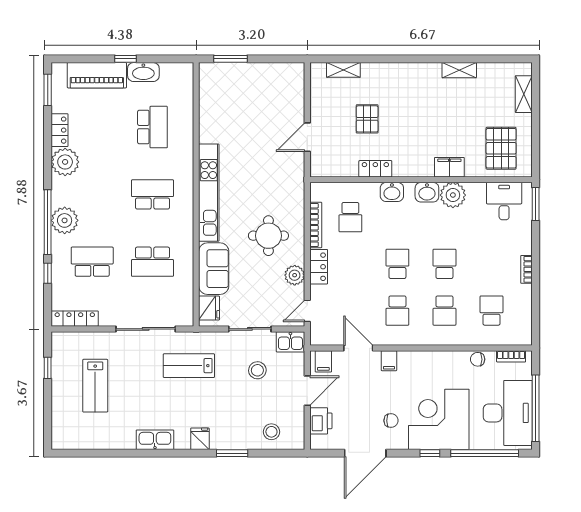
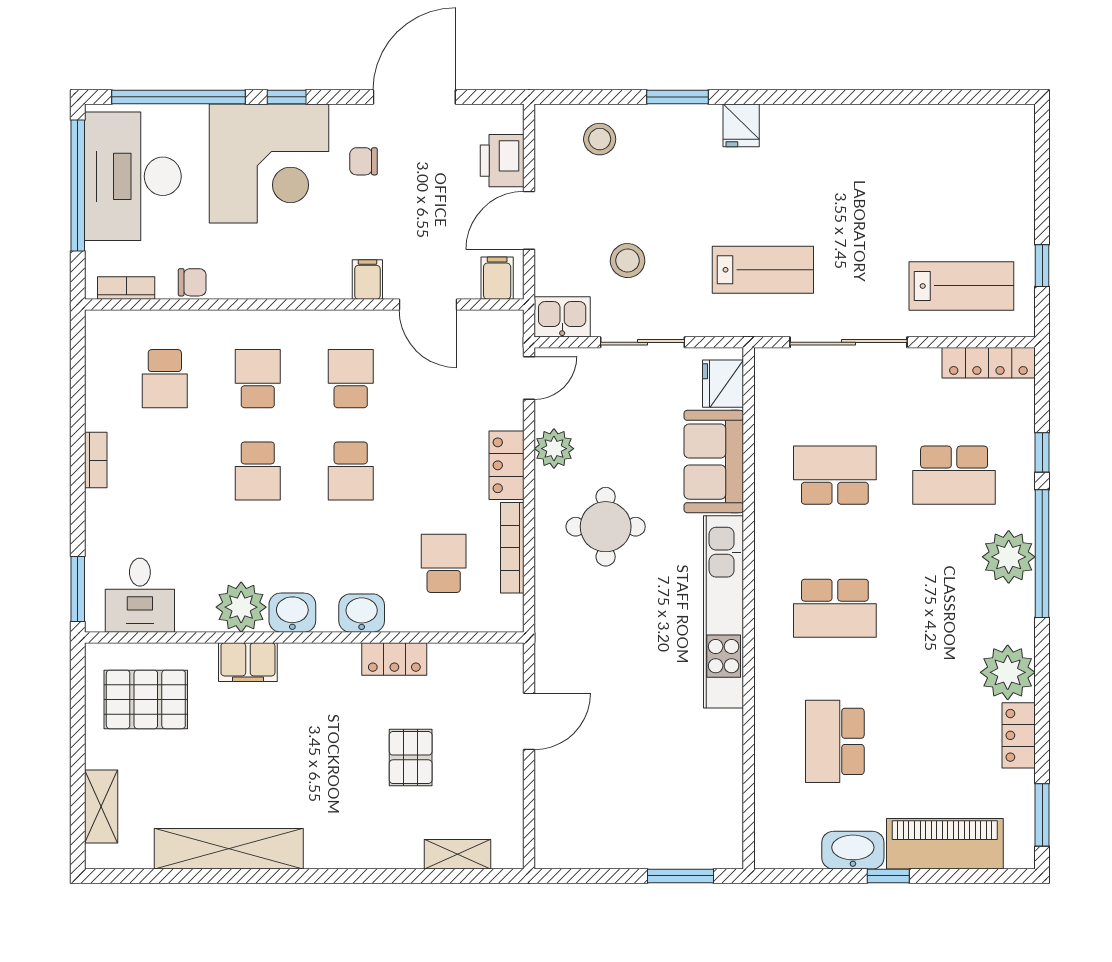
shelving: (459, 70) -> (229, 849), width x2.20, depth x1.33
pallet: (501, 148) -> (146, 699), turned 90
lab bench: (95, 386) -> (961, 286), moved, turned 90
kitchen sink: (155, 440) -> (830, 123), removed

